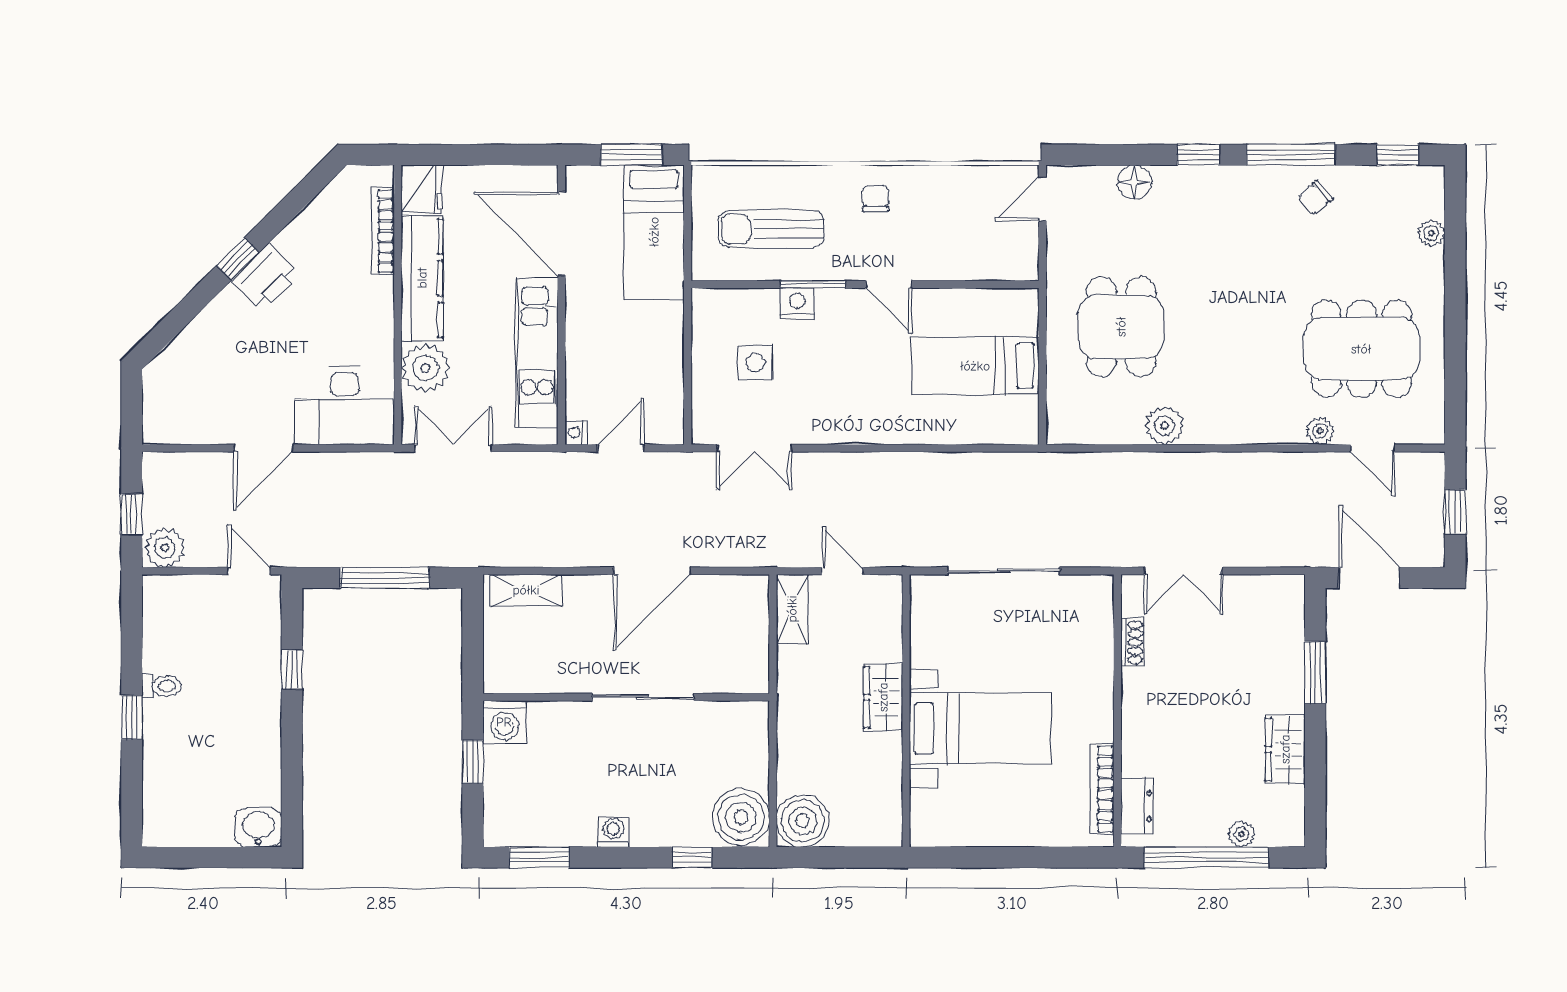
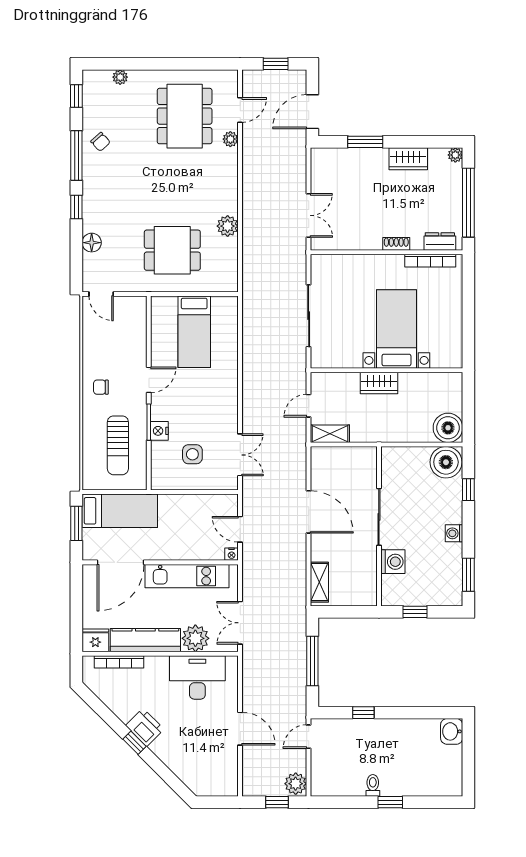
desk: (344, 406) -> (197, 677), moved, turned -90
shoe rack: (1132, 642) -> (396, 244), moved
washing machine: (504, 722) -> (393, 562), moved
plant: (1241, 834) -> (455, 155), moved

